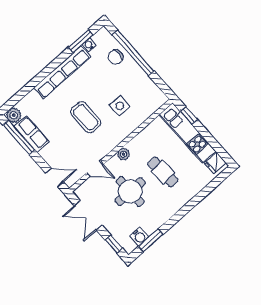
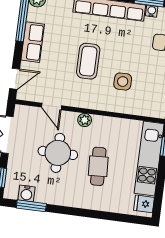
row of seats: (32, 134) -> (33, 42), moved
door: (55, 178) -> (15, 79), hinge flipped

